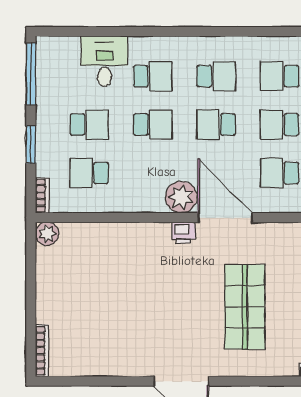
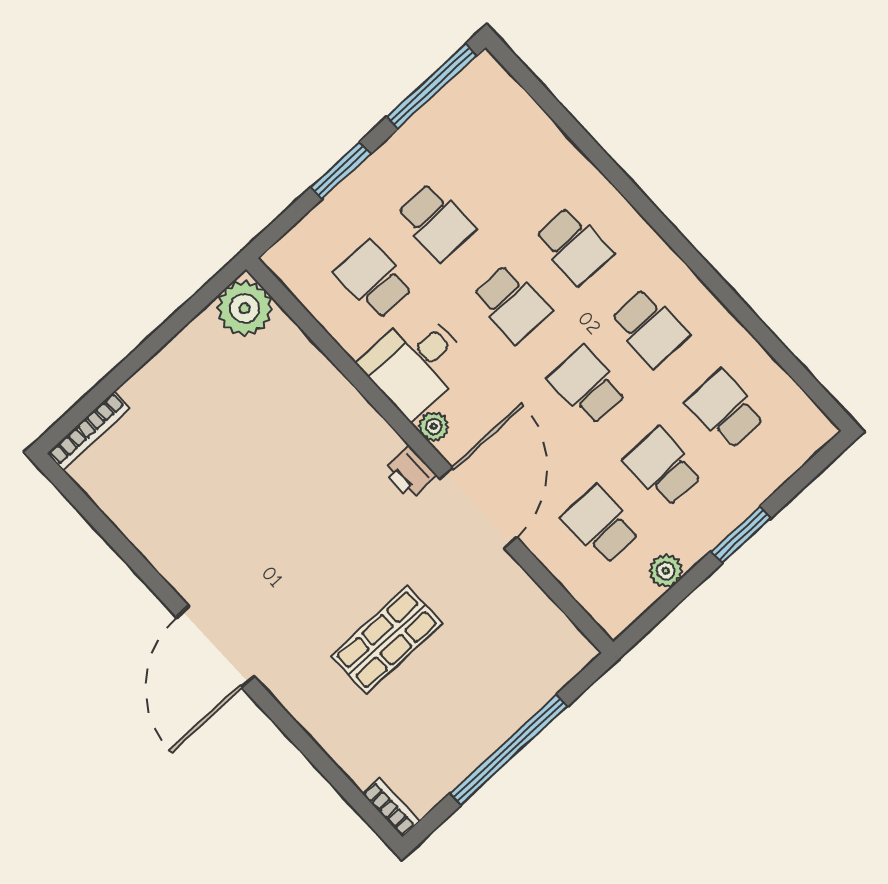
desk: (104, 61) -> (415, 363), moved, turned 180
bookcase: (42, 196) -> (289, 246), removed
plant: (181, 197) -> (434, 426), width x0.53, depth x0.53
plant: (47, 234) -> (245, 308), width x1.36, depth x1.36
shop shelf: (245, 307) -> (387, 640), width x0.70, depth x0.74

